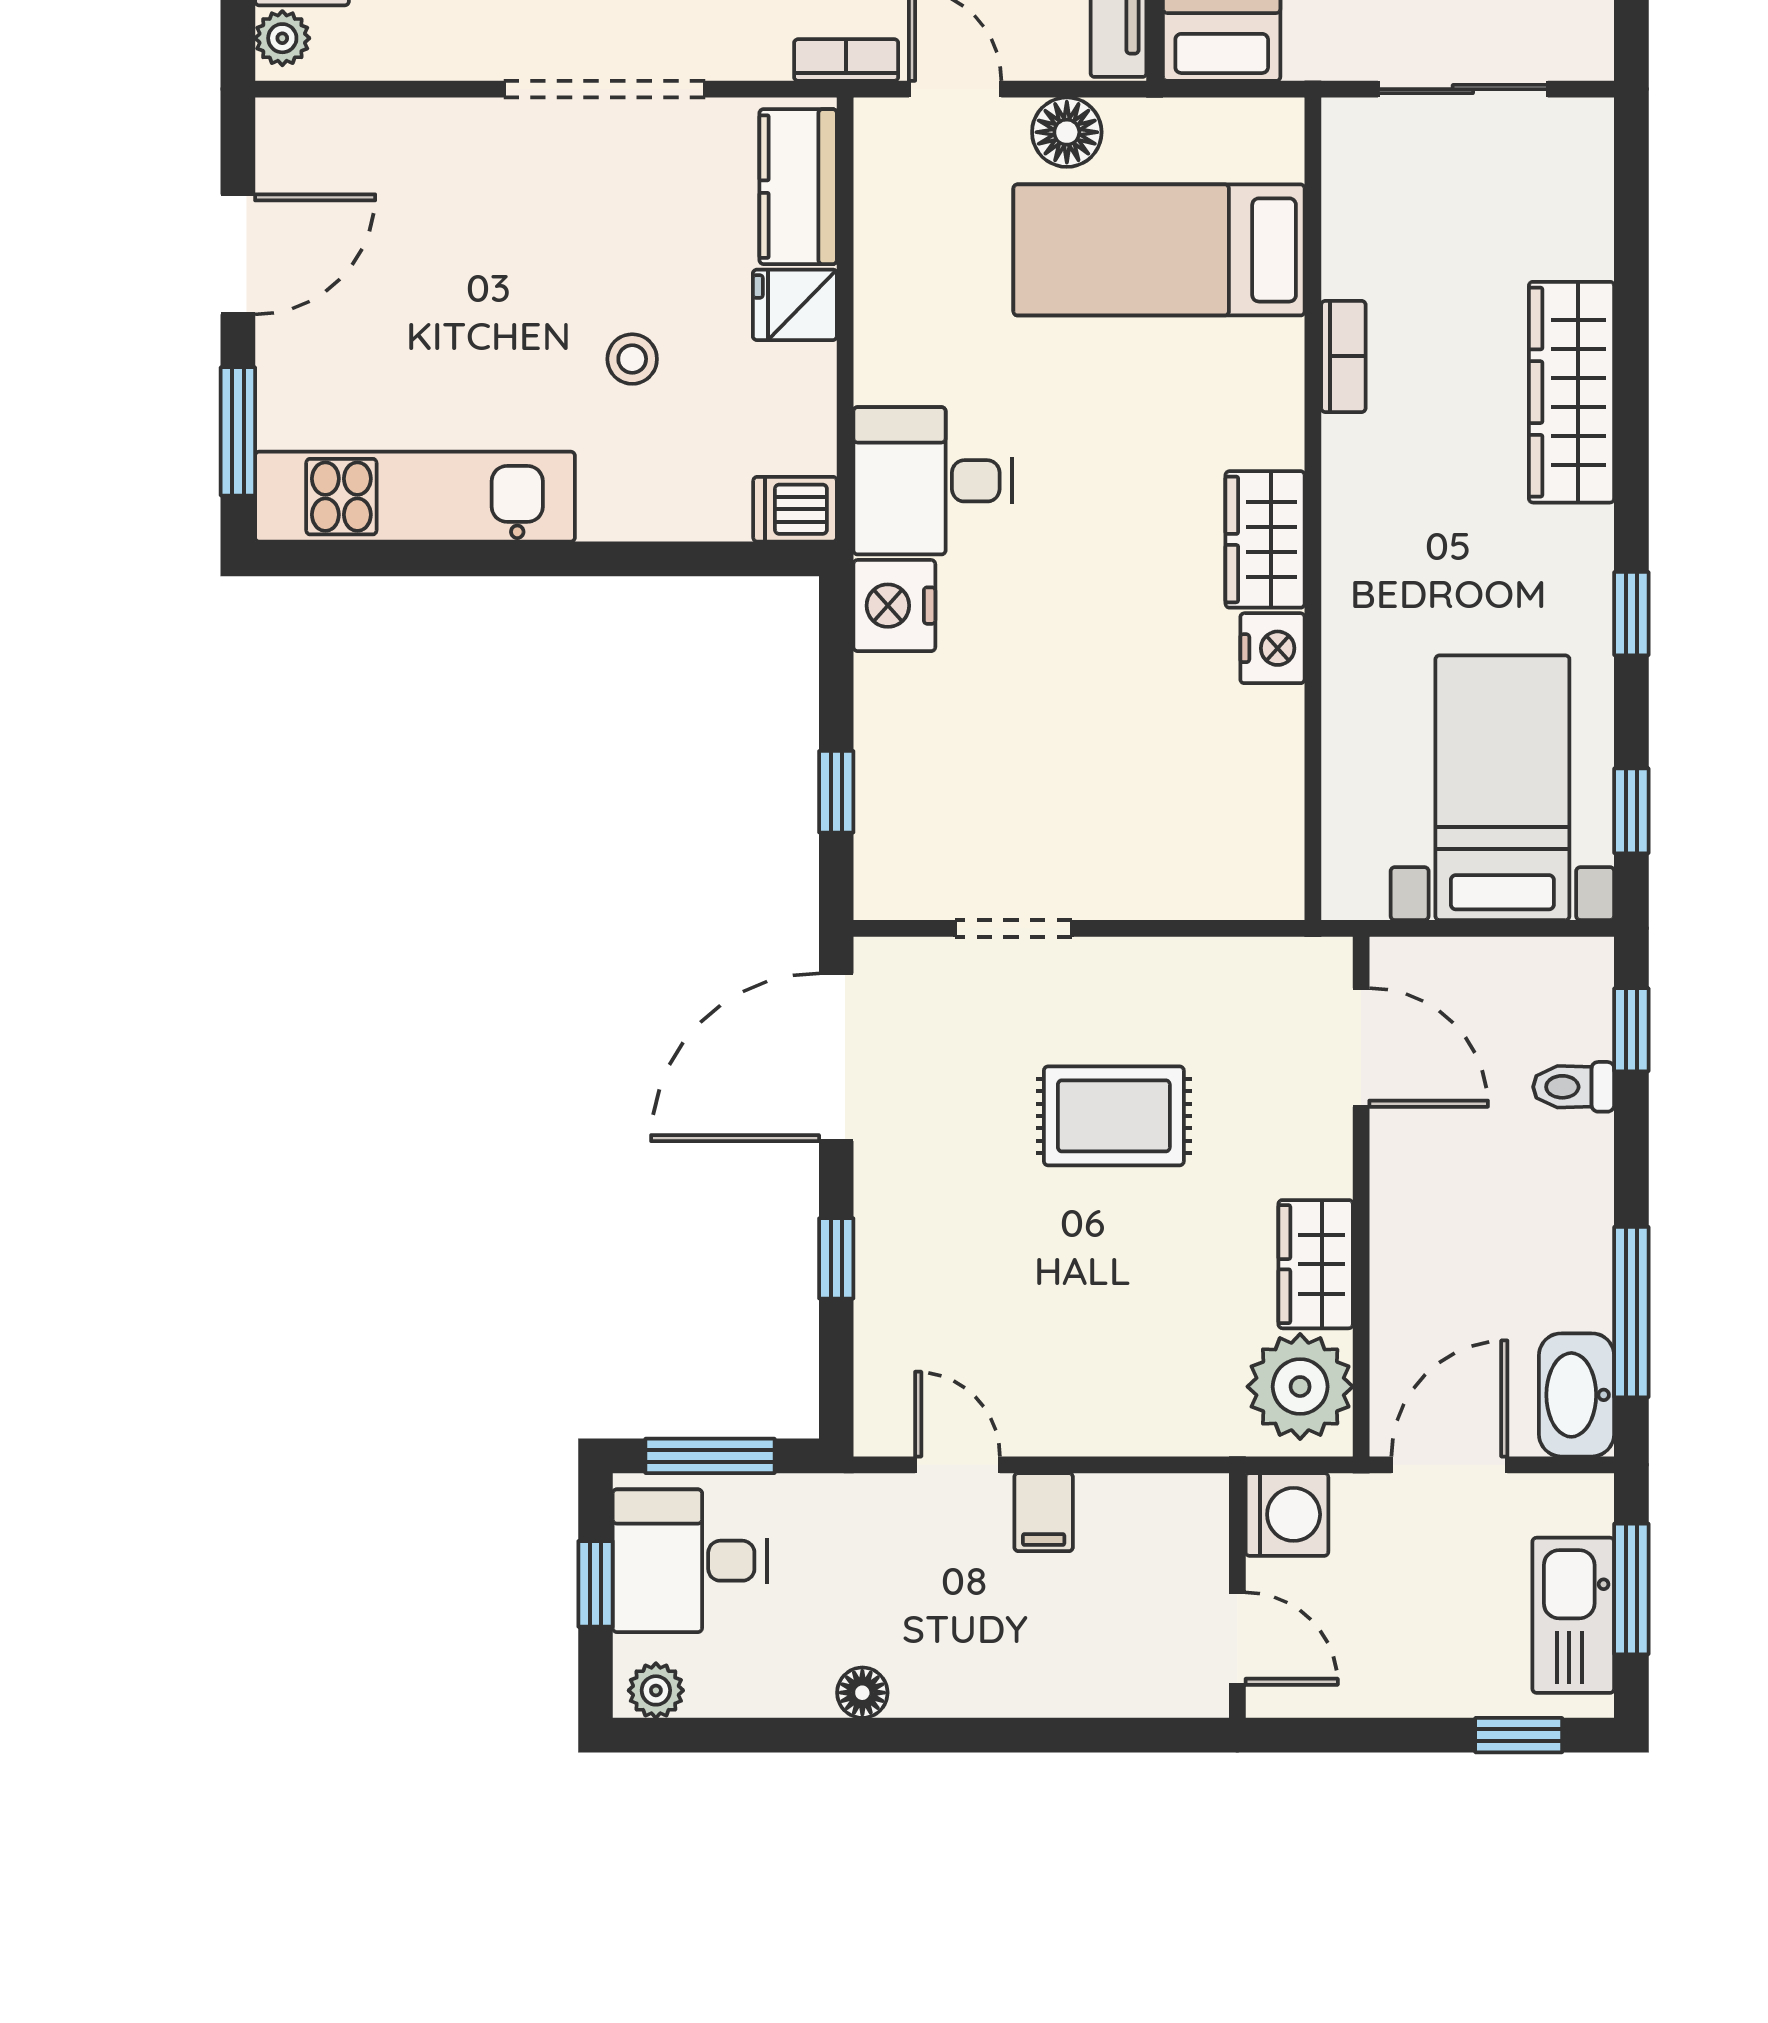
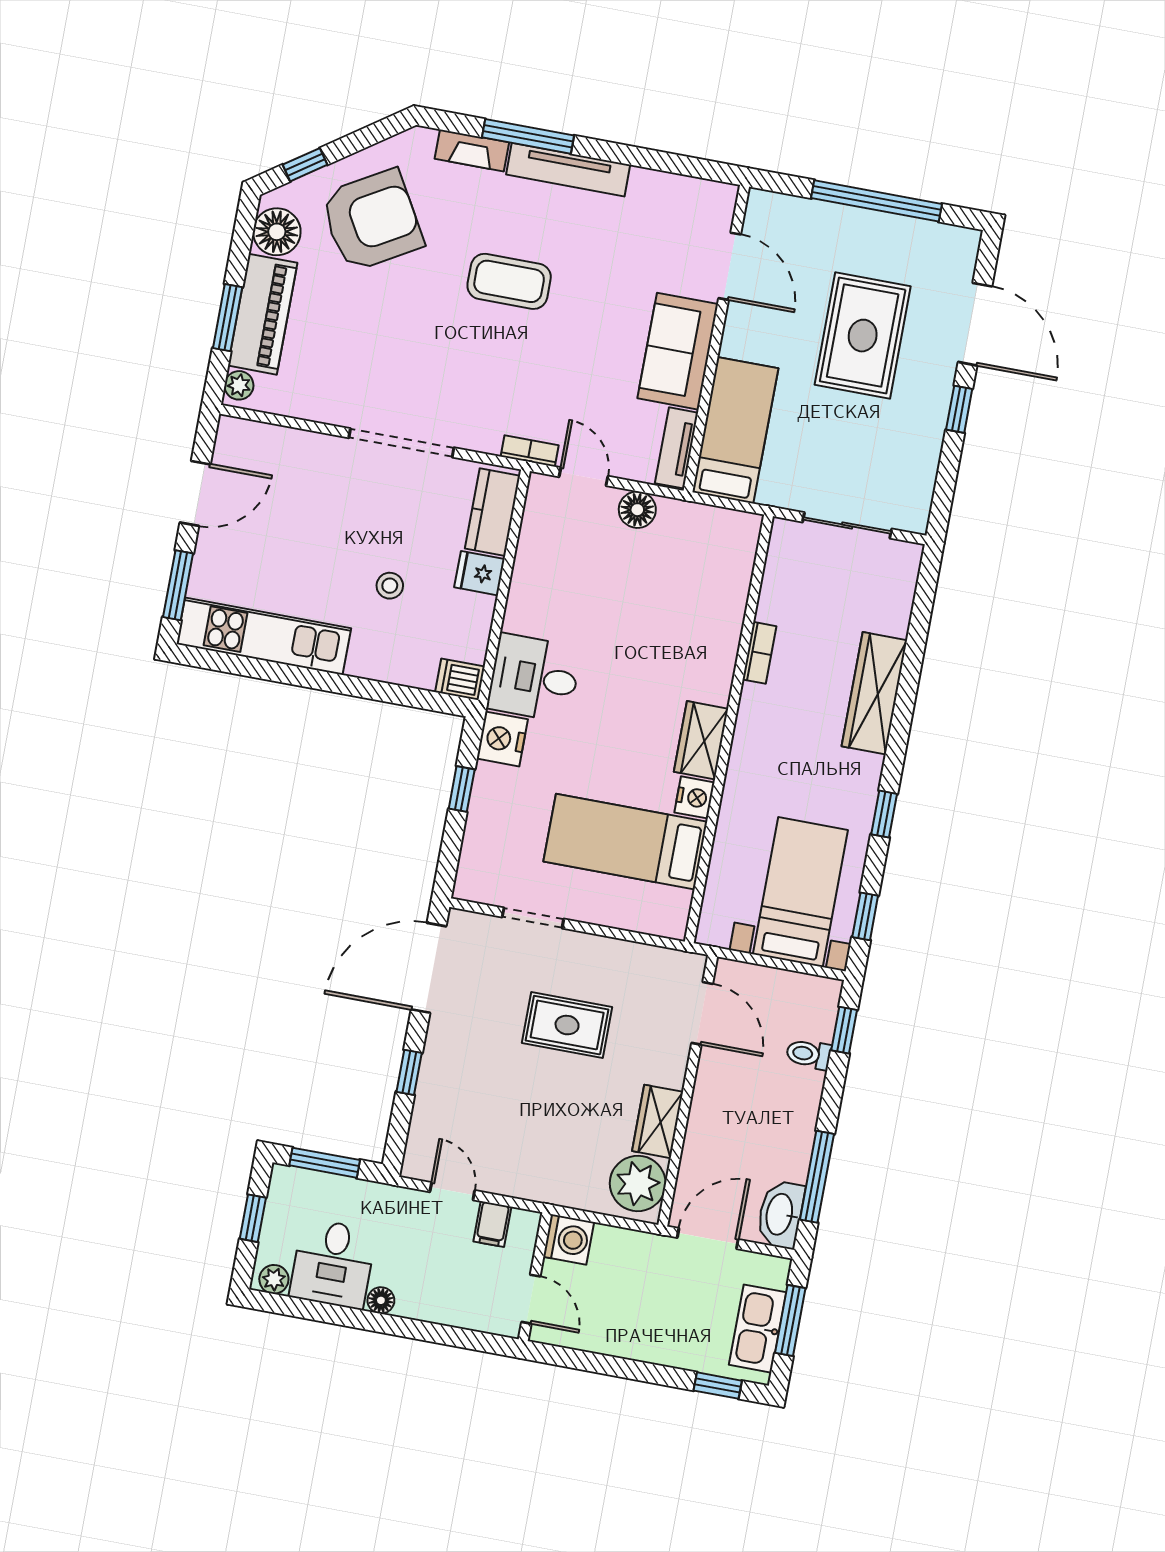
bed: (1159, 250) -> (625, 842), moved
window: (836, 792) -> (462, 789), moved
washing machine: (1287, 1514) -> (569, 1239), moved
desk: (690, 1561) -> (333, 1264), moved, turned -90
wall: (1237, 1595) -> (535, 1277), moved
door: (1237, 1639) -> (531, 1299), moved

